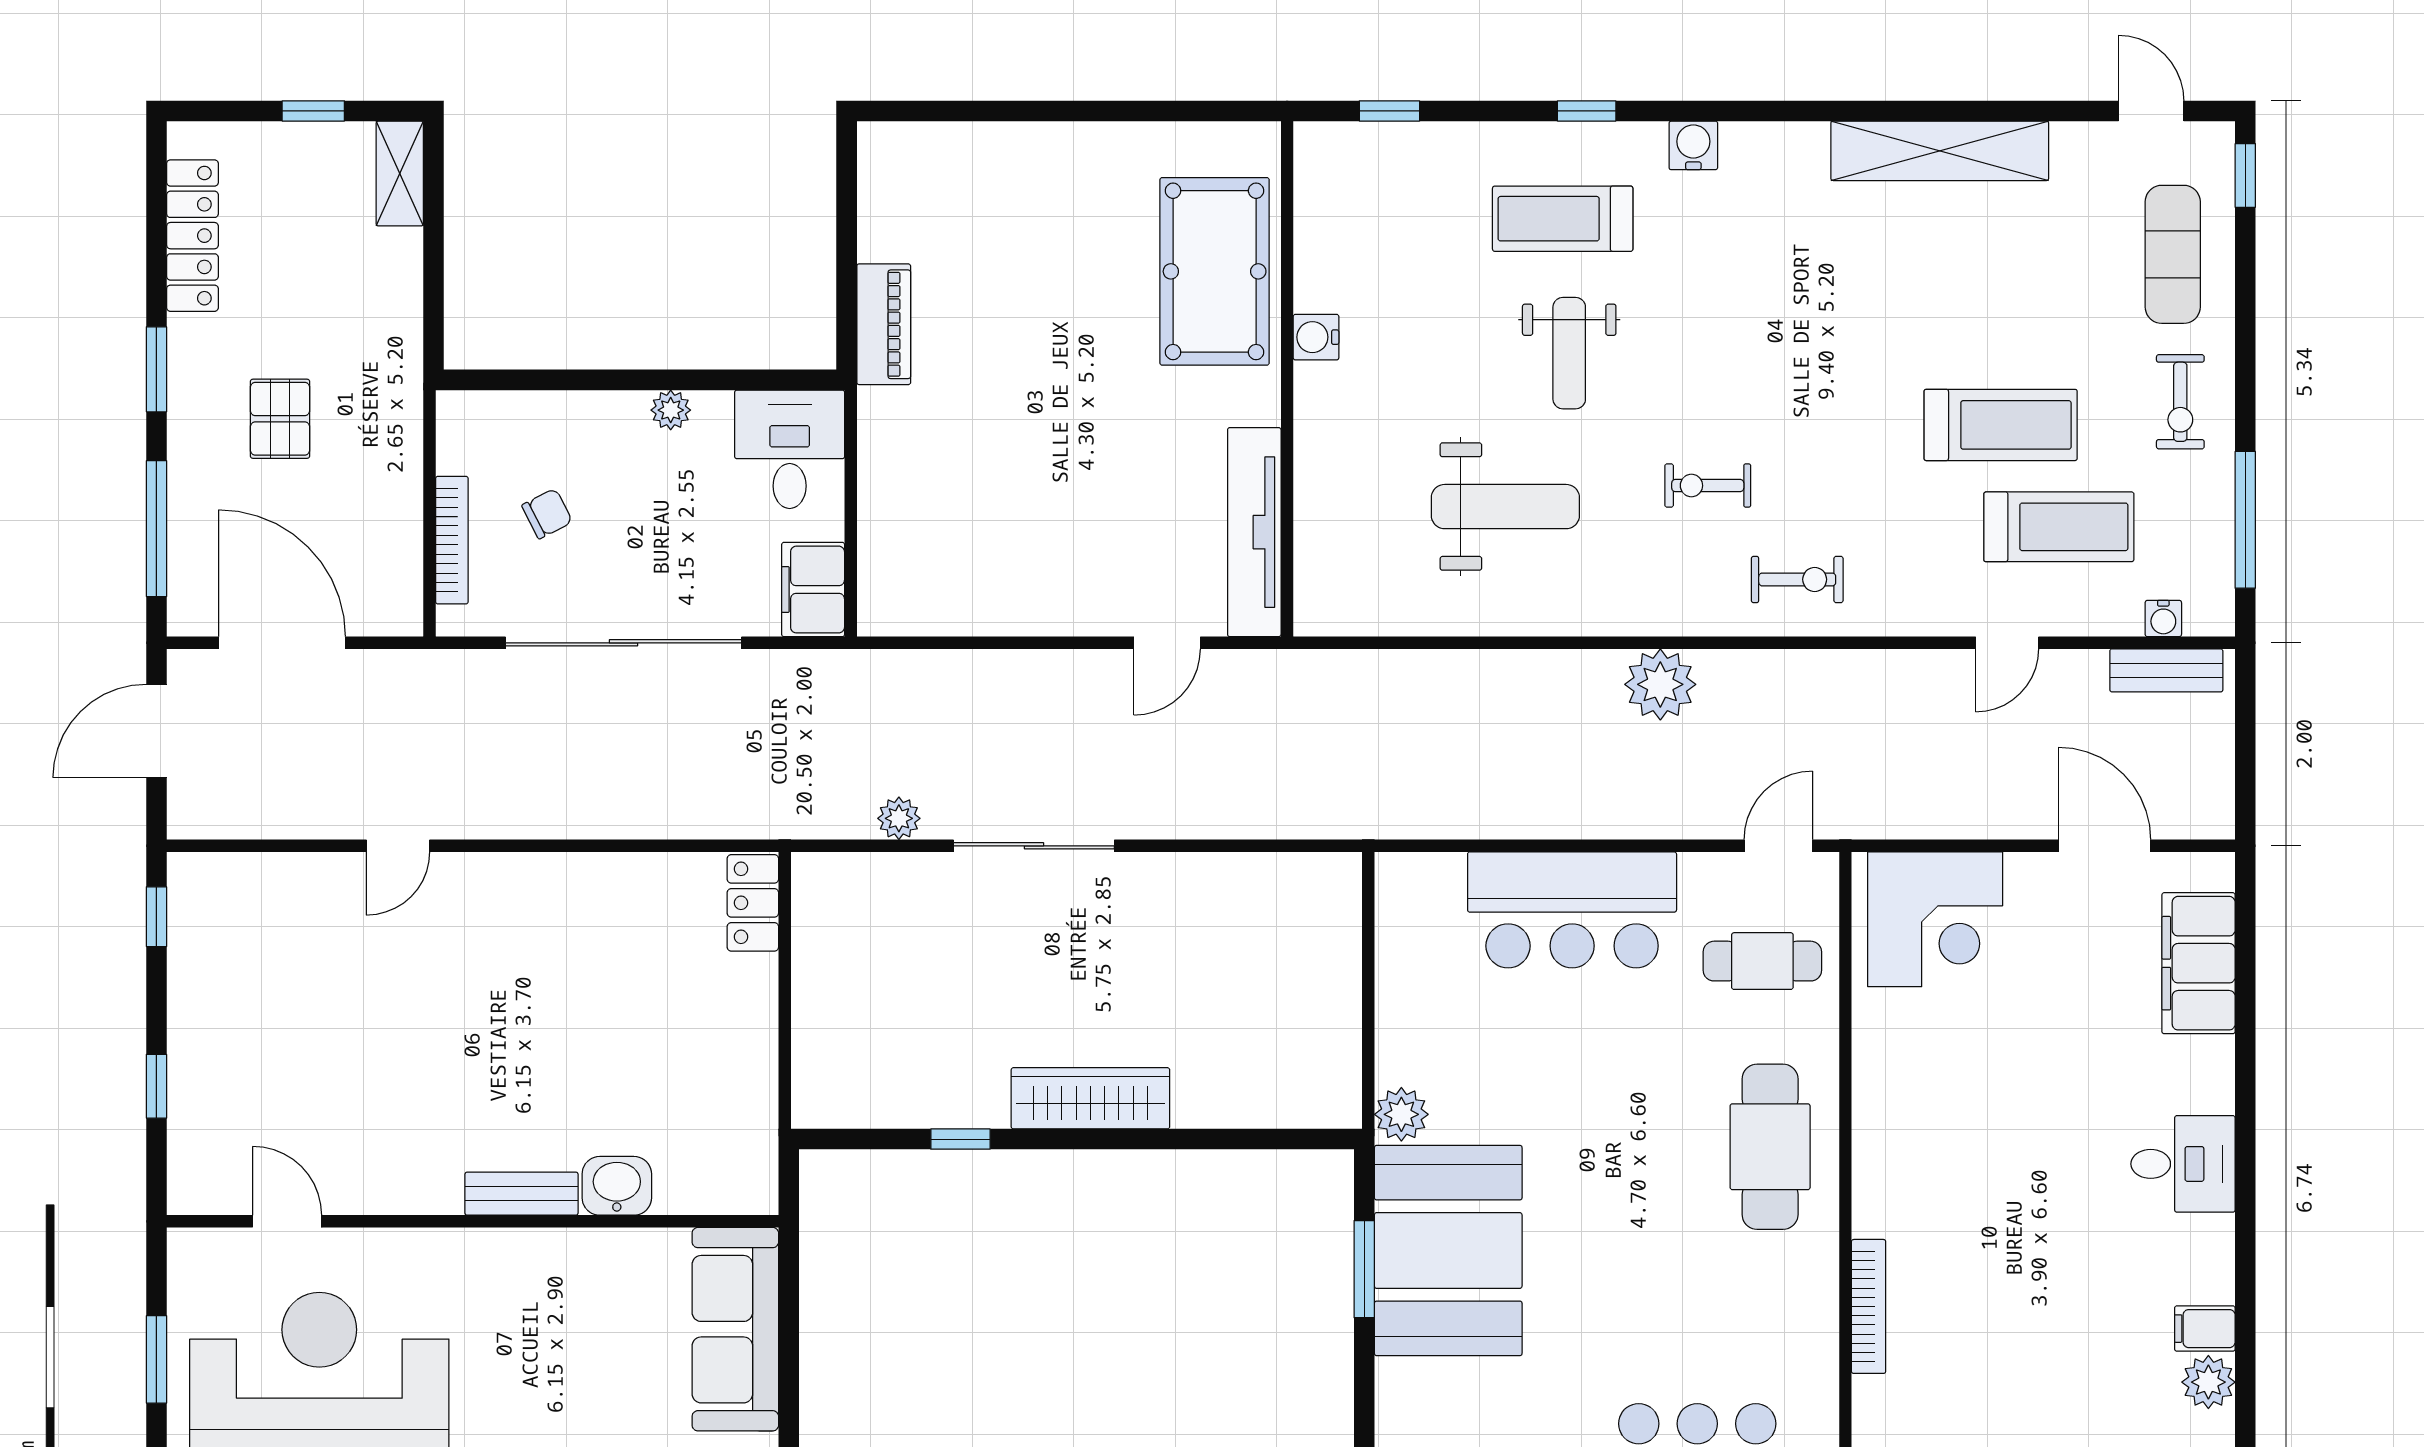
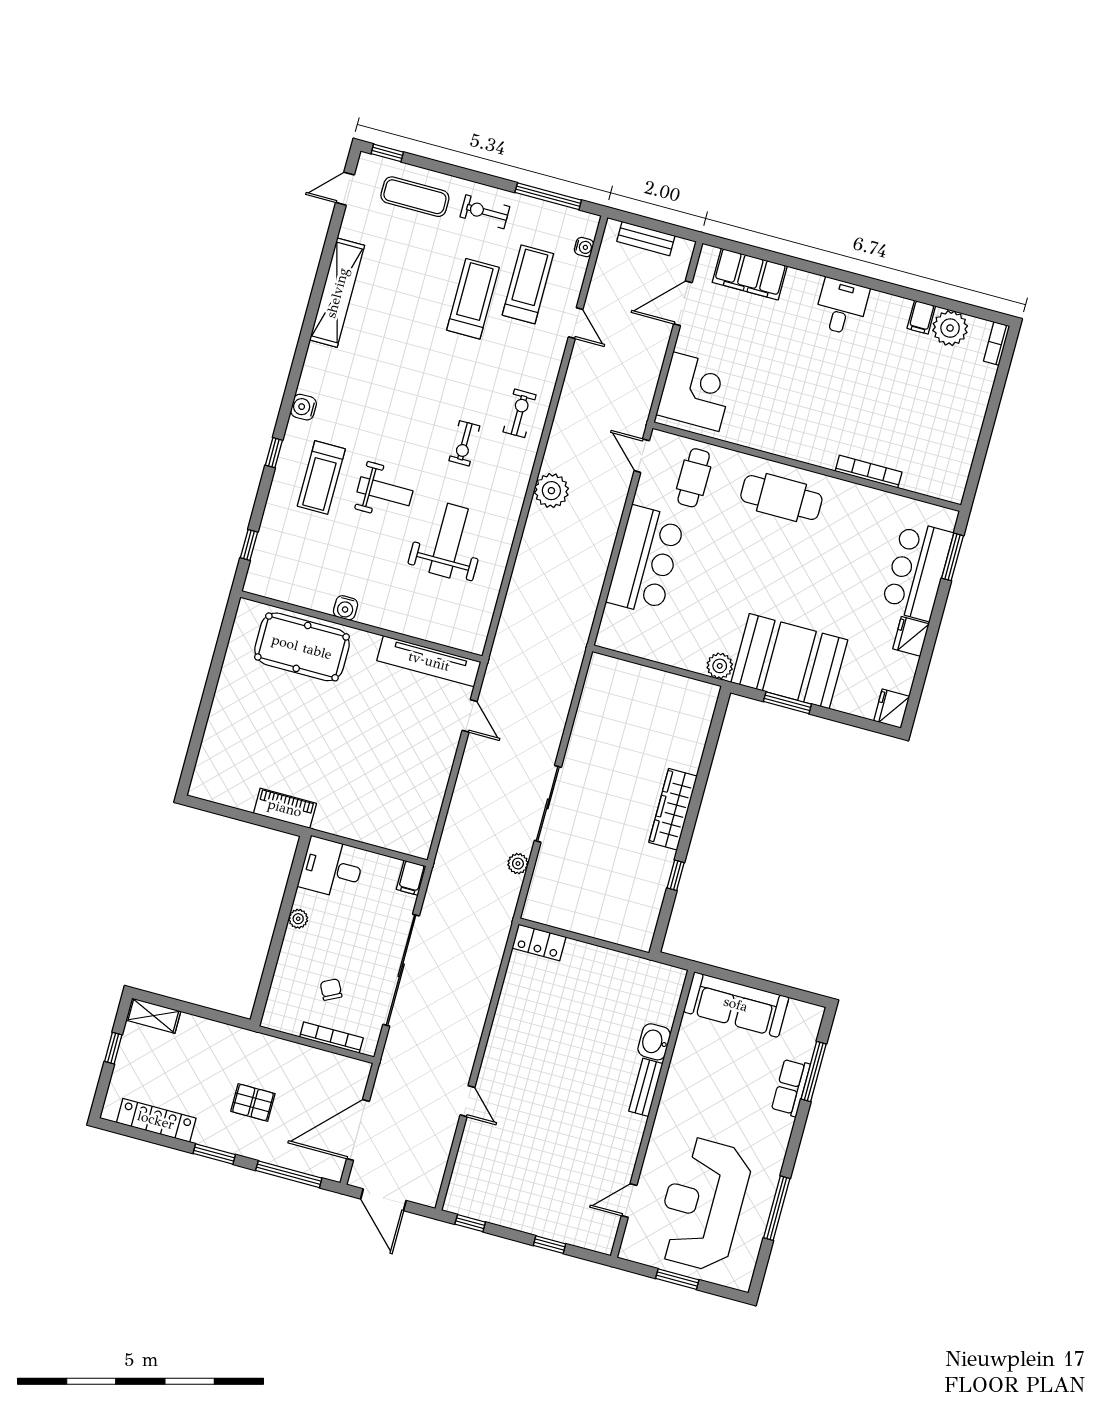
exercise bike: (2180, 402) -> (485, 212), turned 180
filing cabinet: (813, 590) -> (411, 878), width x0.50
bench: (2166, 670) -> (646, 239), moved, turned 90
plant: (2208, 1382) -> (950, 328), width x1.36, depth x1.36

